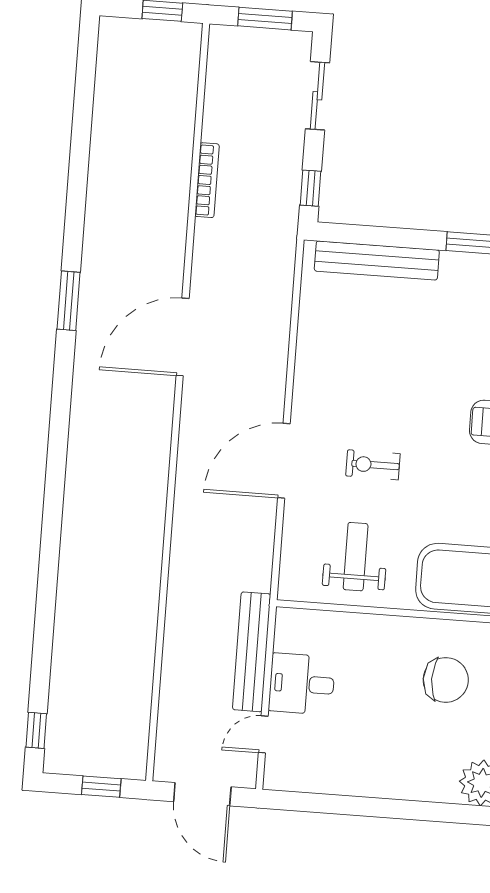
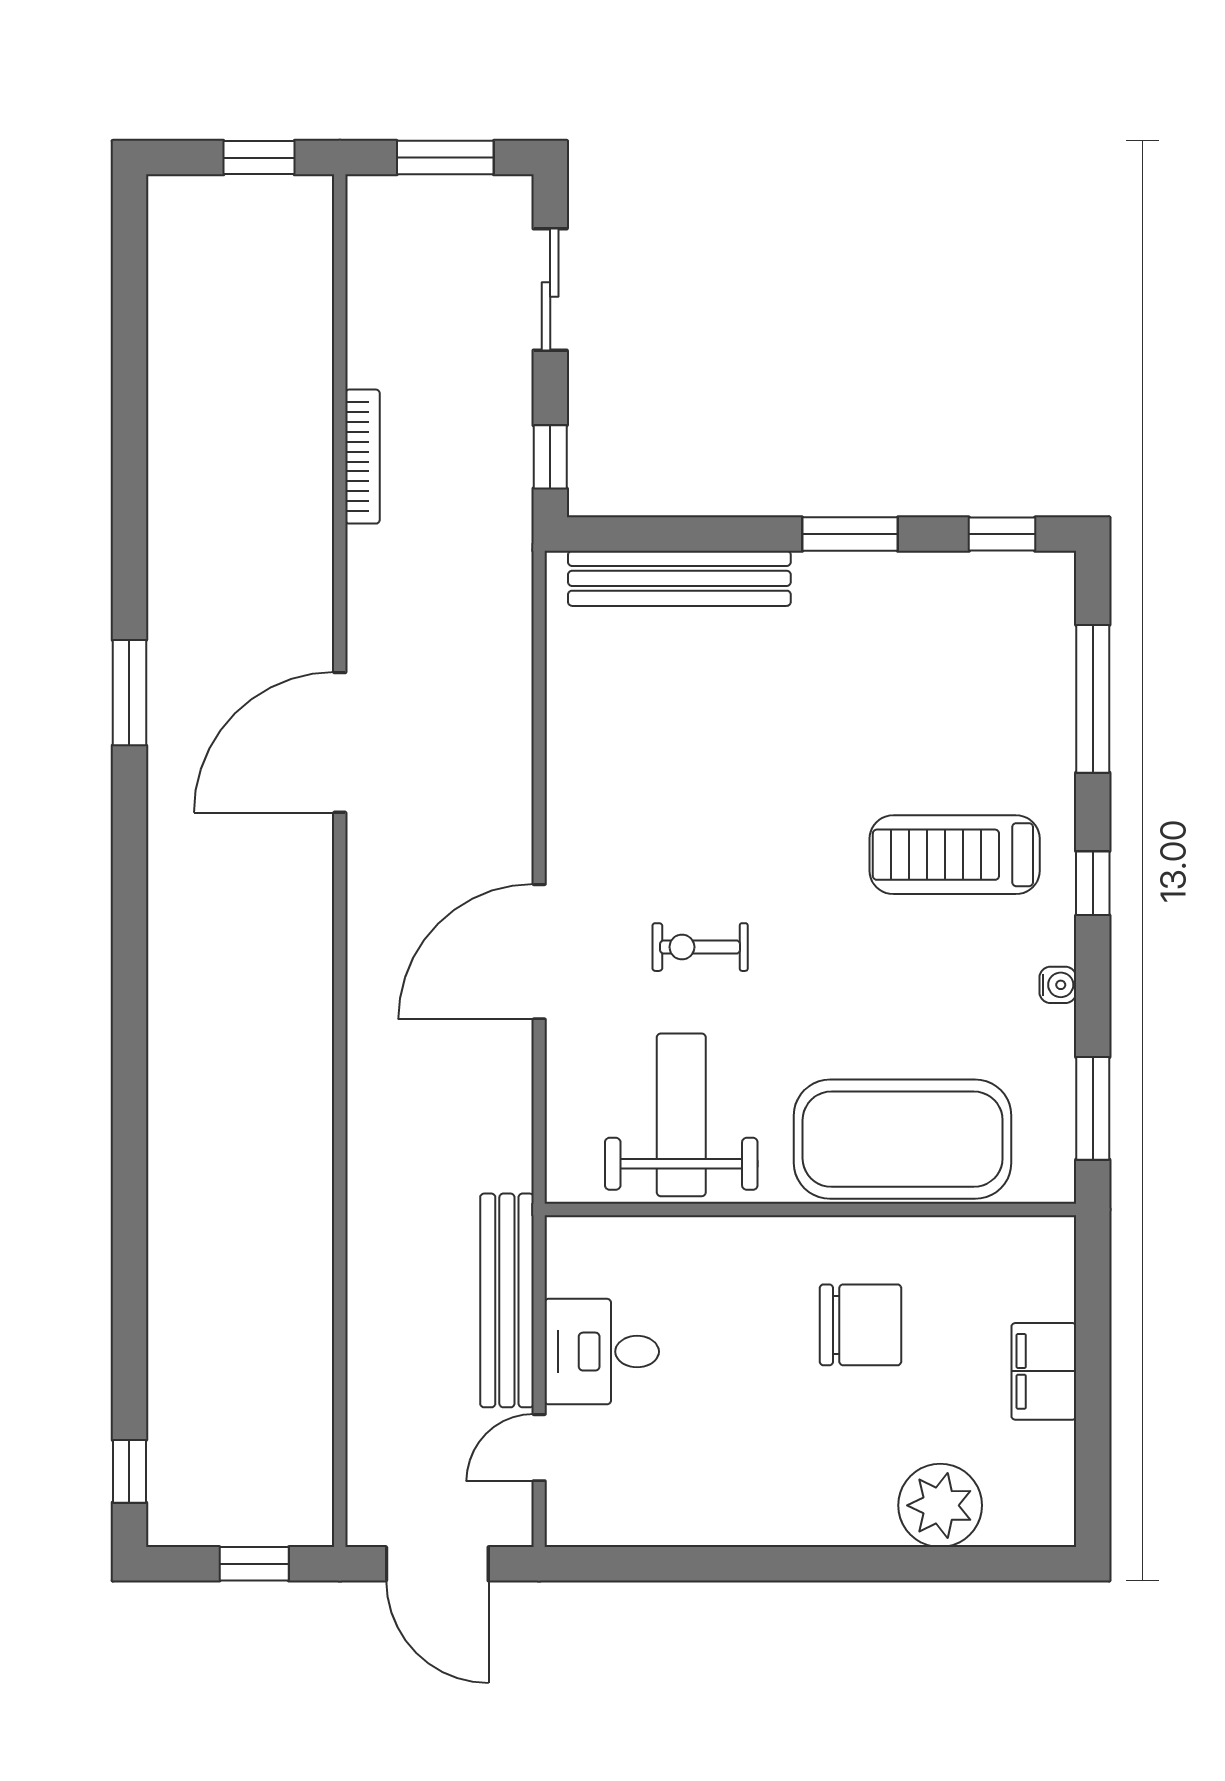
weight bench: (356, 557) -> (681, 1115), width x1.36, depth x1.33

